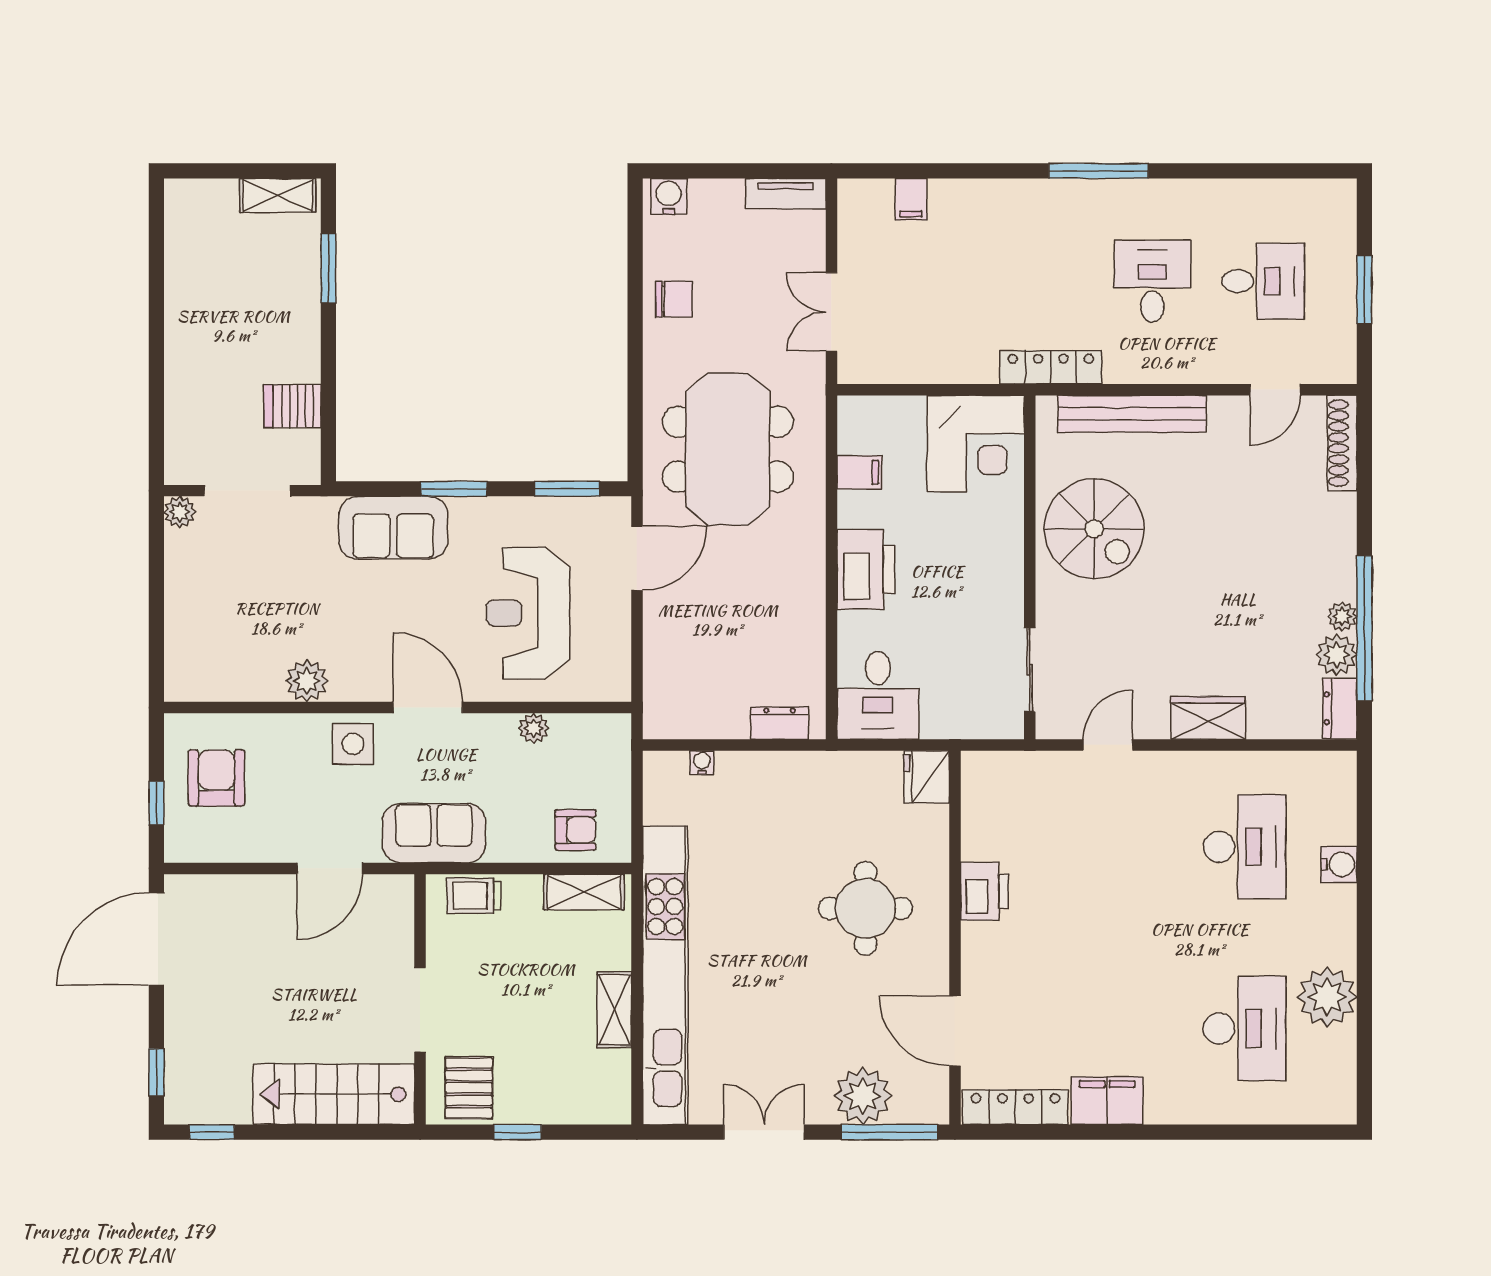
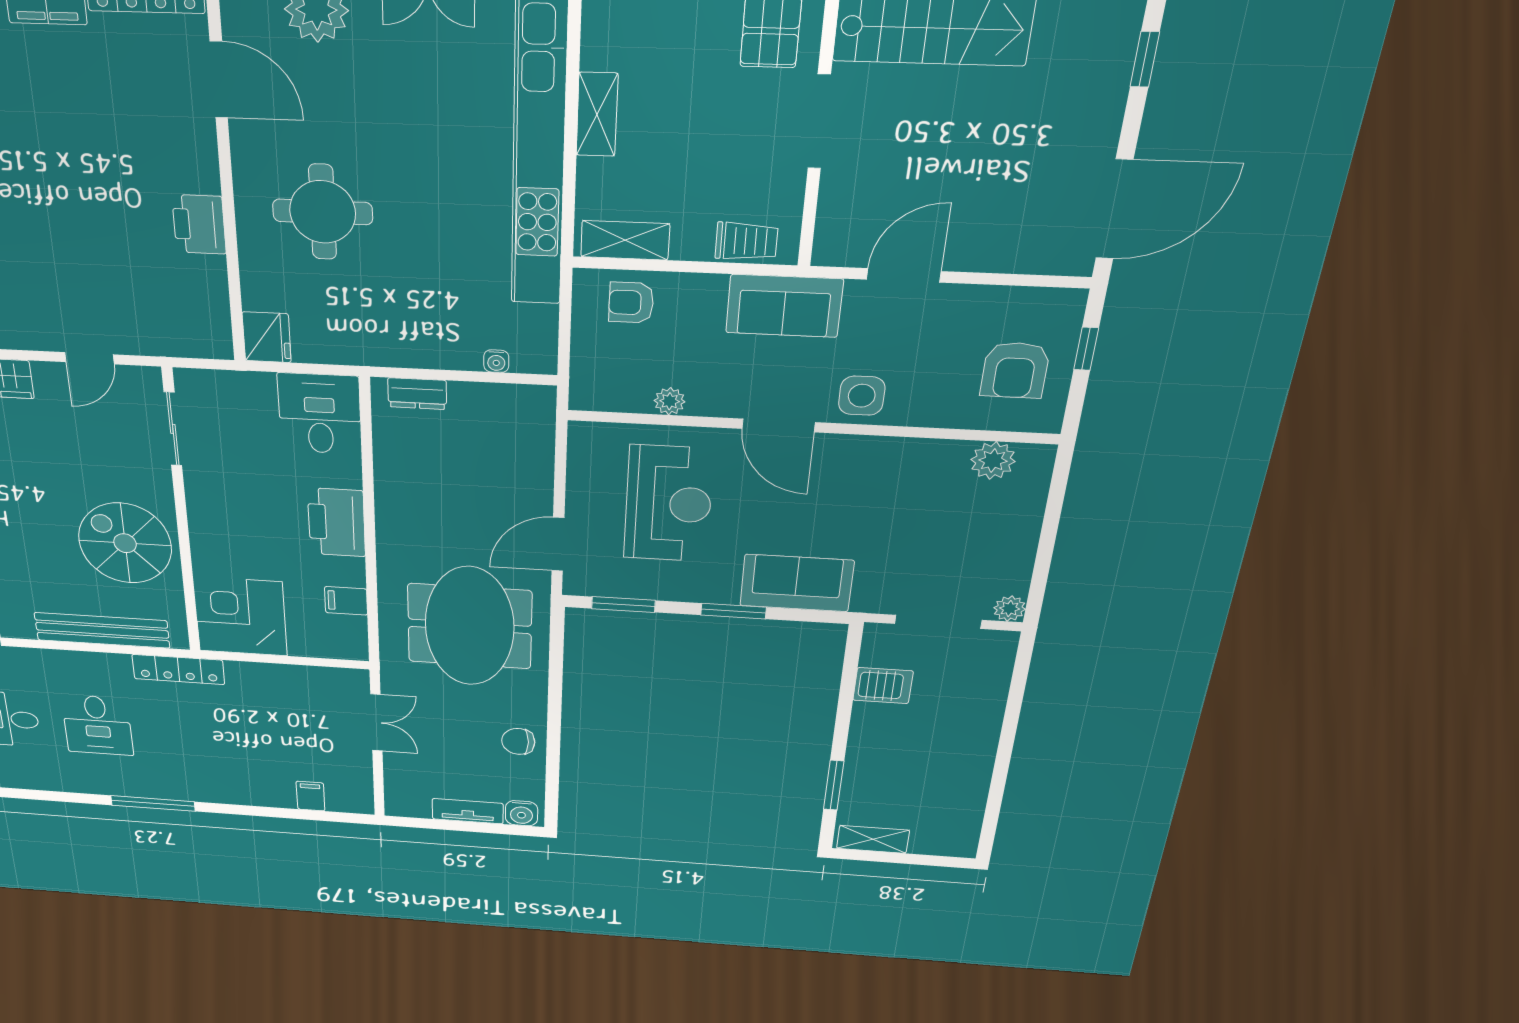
tv unit: (786, 194) -> (468, 811), moved
plant: (307, 681) -> (993, 461), moved

